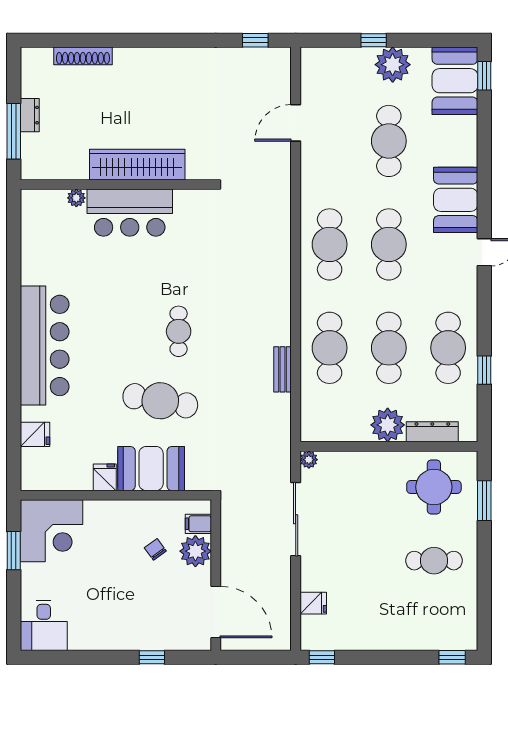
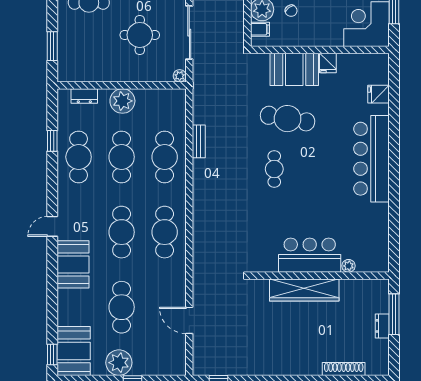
door: (296, 123) -> (189, 320), swing flipped
dresser: (432, 432) -> (84, 96), width x0.70
round table: (434, 487) -> (140, 35), moved

